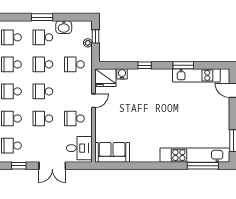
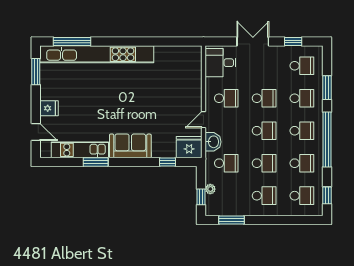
window: (42, 17) -> (231, 220), moved
washbasin: (64, 27) -> (213, 142), moved, turned 90
window: (145, 65) -> (167, 162), moved
water cooler: (122, 74) -> (169, 152), removed
fridge: (222, 110) -> (49, 108), added
sofa: (112, 152) -> (130, 146), moved, turned 180
kitchen unit: (195, 155) -> (97, 54), width x1.36

